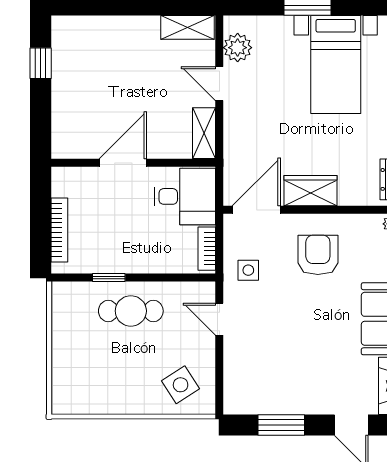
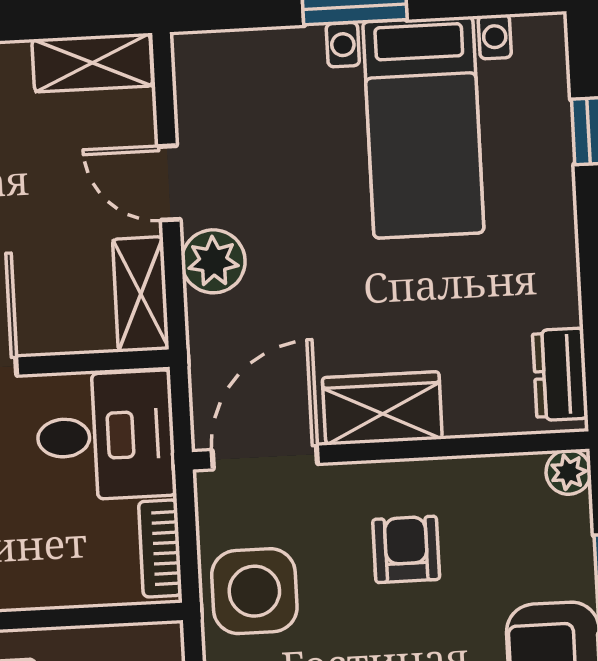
plant: (238, 48) -> (213, 261), moved
armchair: (318, 255) -> (406, 549), width x0.72, depth x0.72
side table: (248, 270) -> (254, 591), width x1.87, depth x1.87

